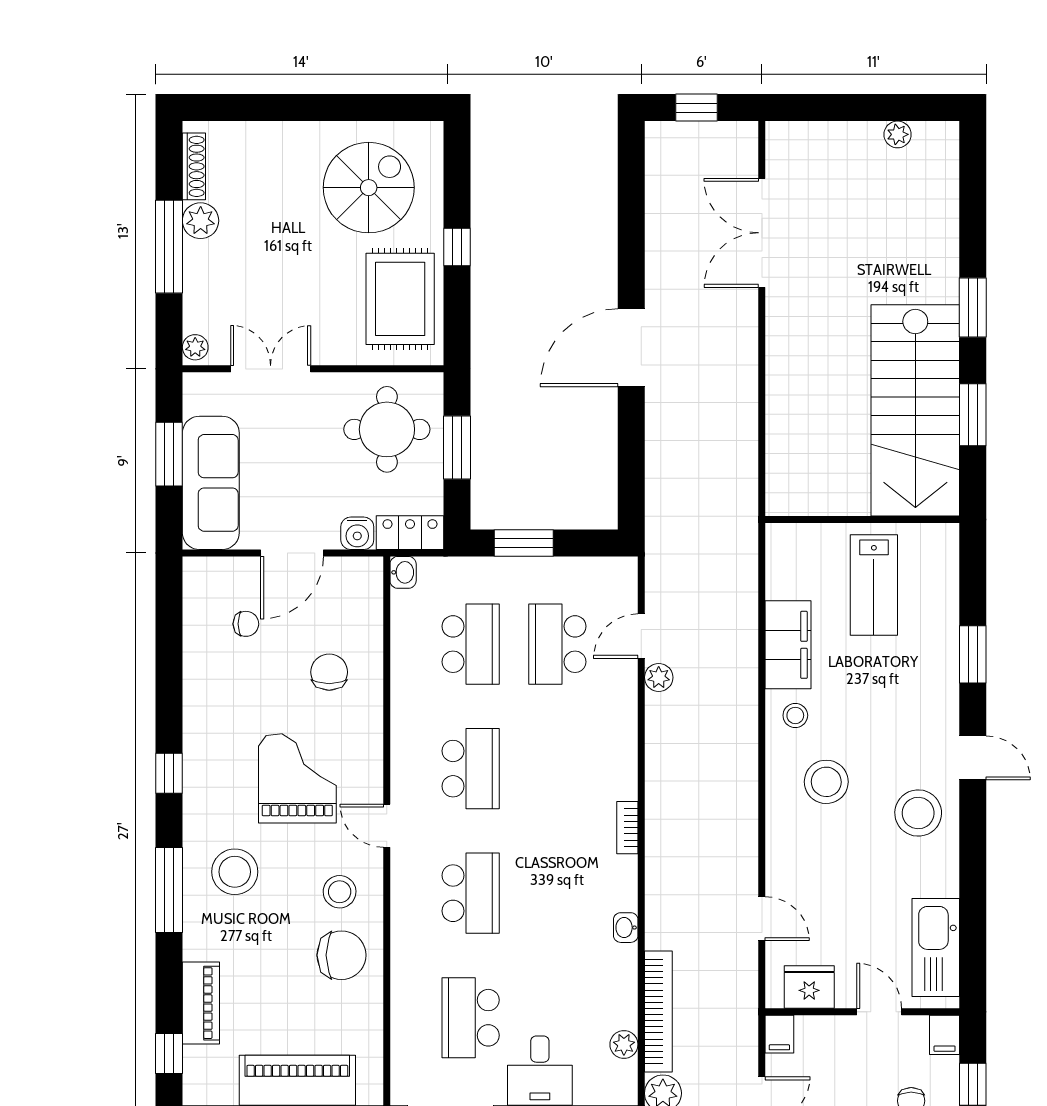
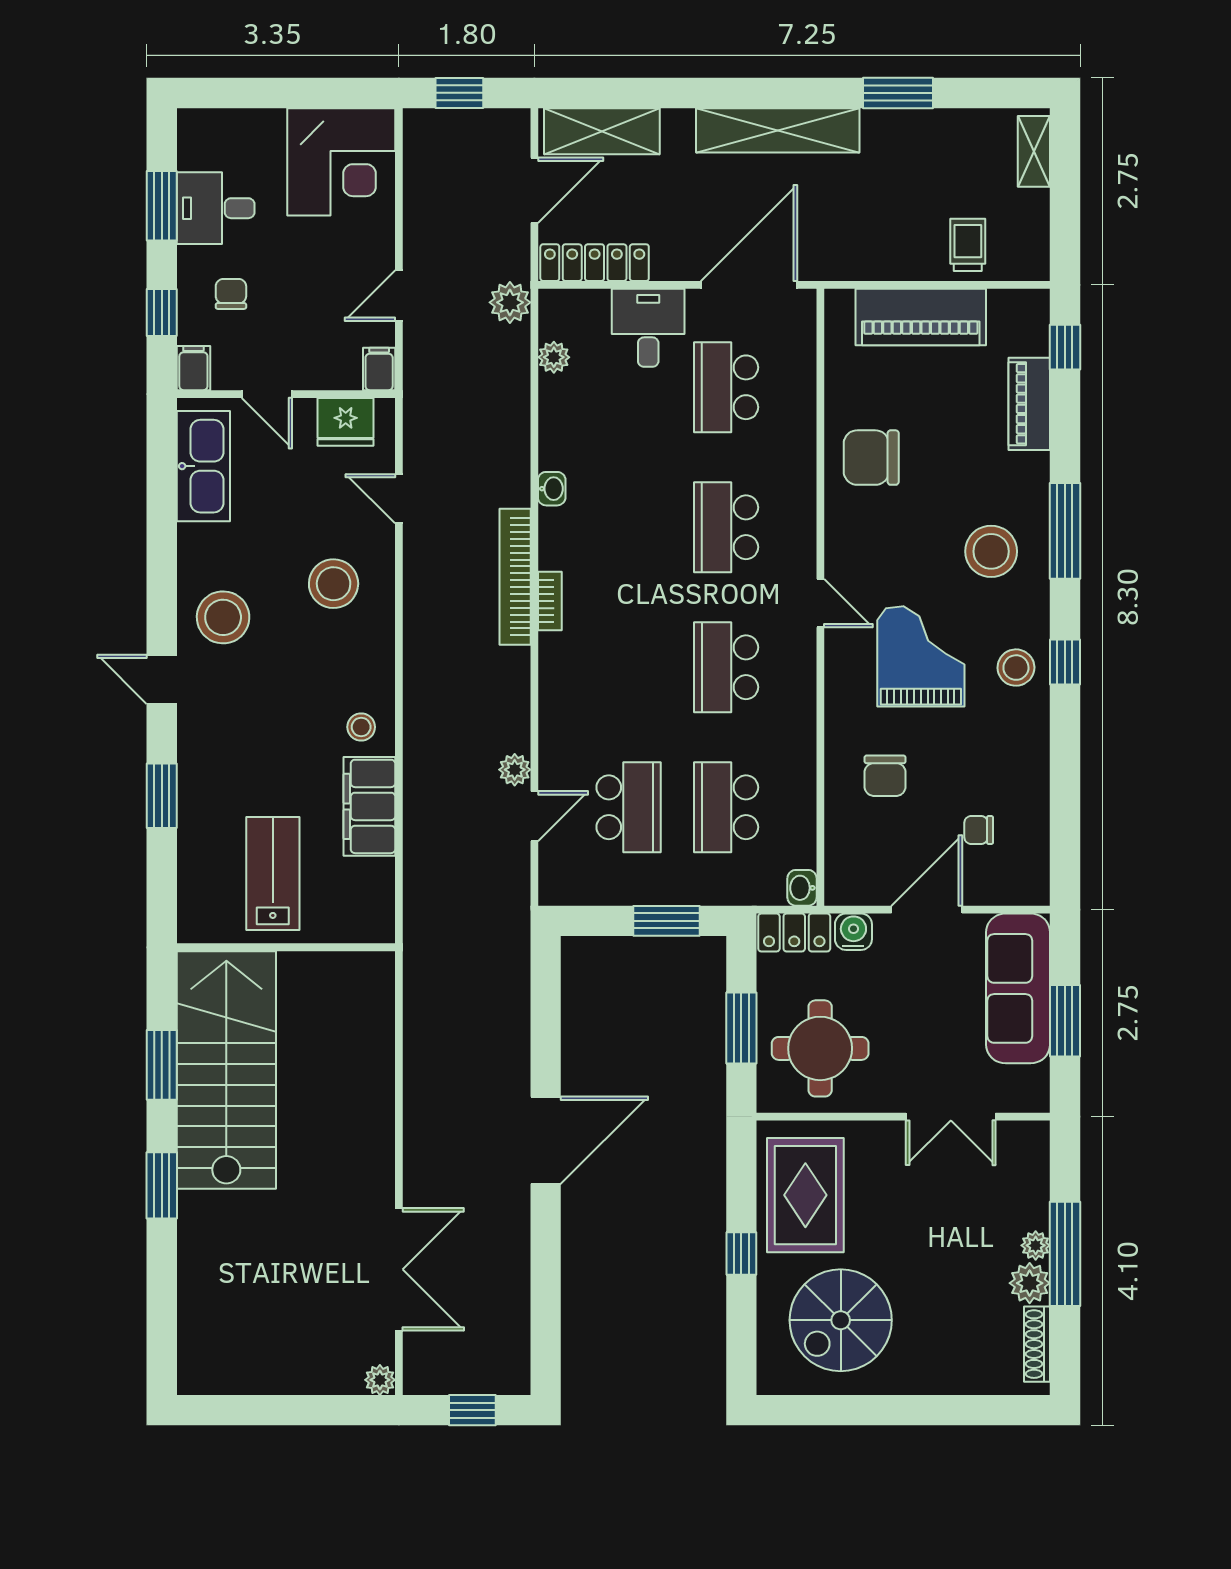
plant: (898, 134) -> (380, 1380), moved
plant: (195, 347) -> (1036, 1245), moved
grand piano: (297, 778) -> (921, 656), turned 180
stool: (826, 782) -> (334, 584), moved
stool: (340, 892) -> (1016, 668), moved
bookcase: (658, 1011) -> (515, 577), moved
school desk: (471, 1018) -> (726, 387), turned 180

